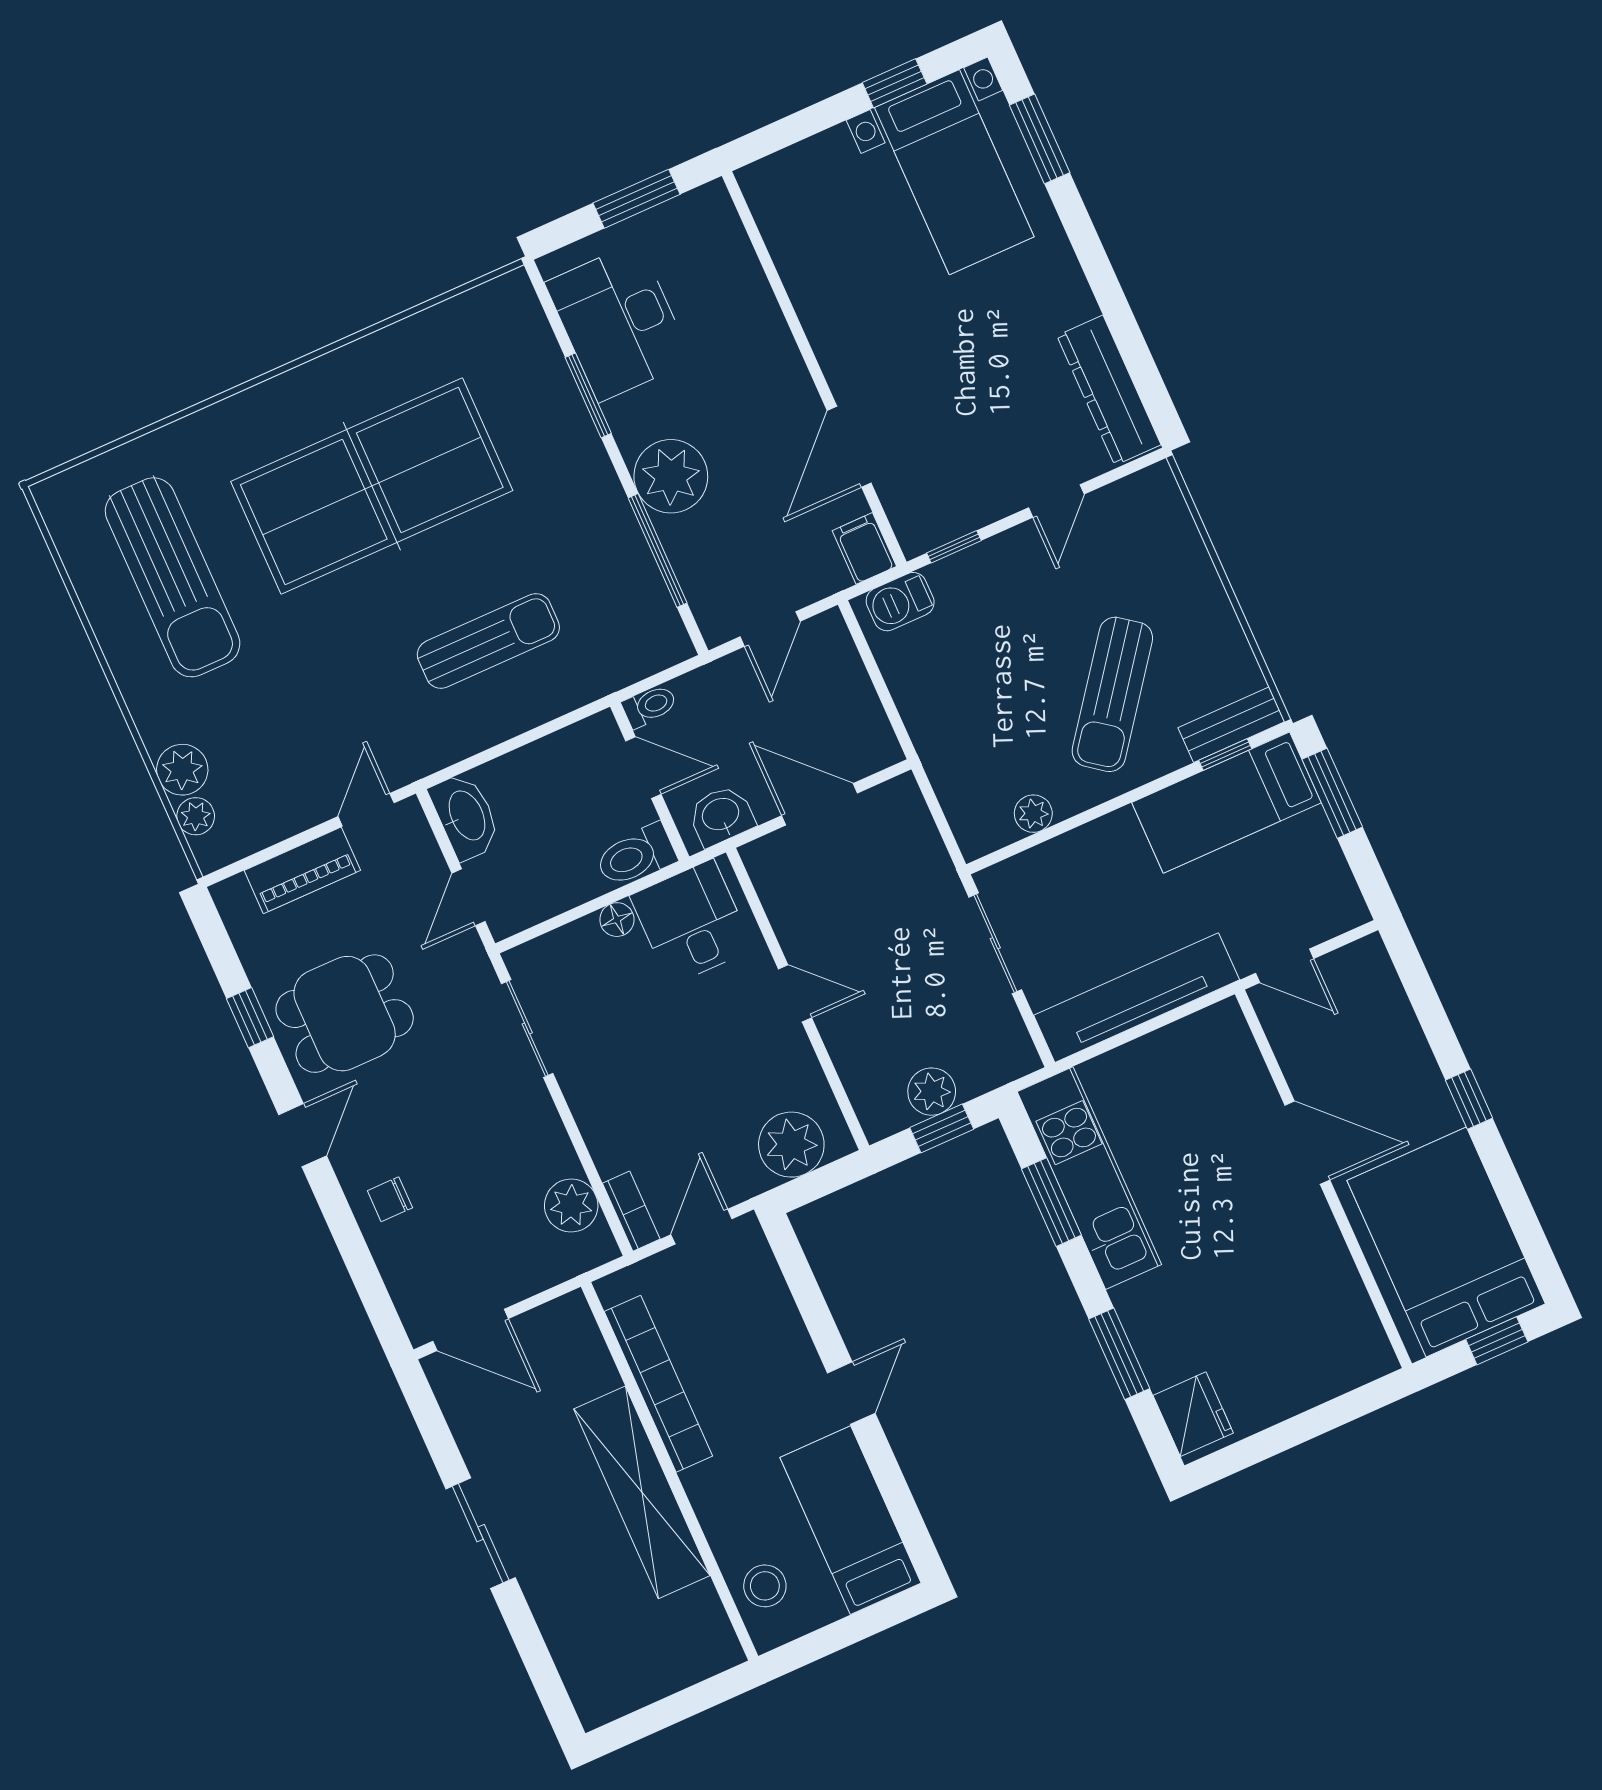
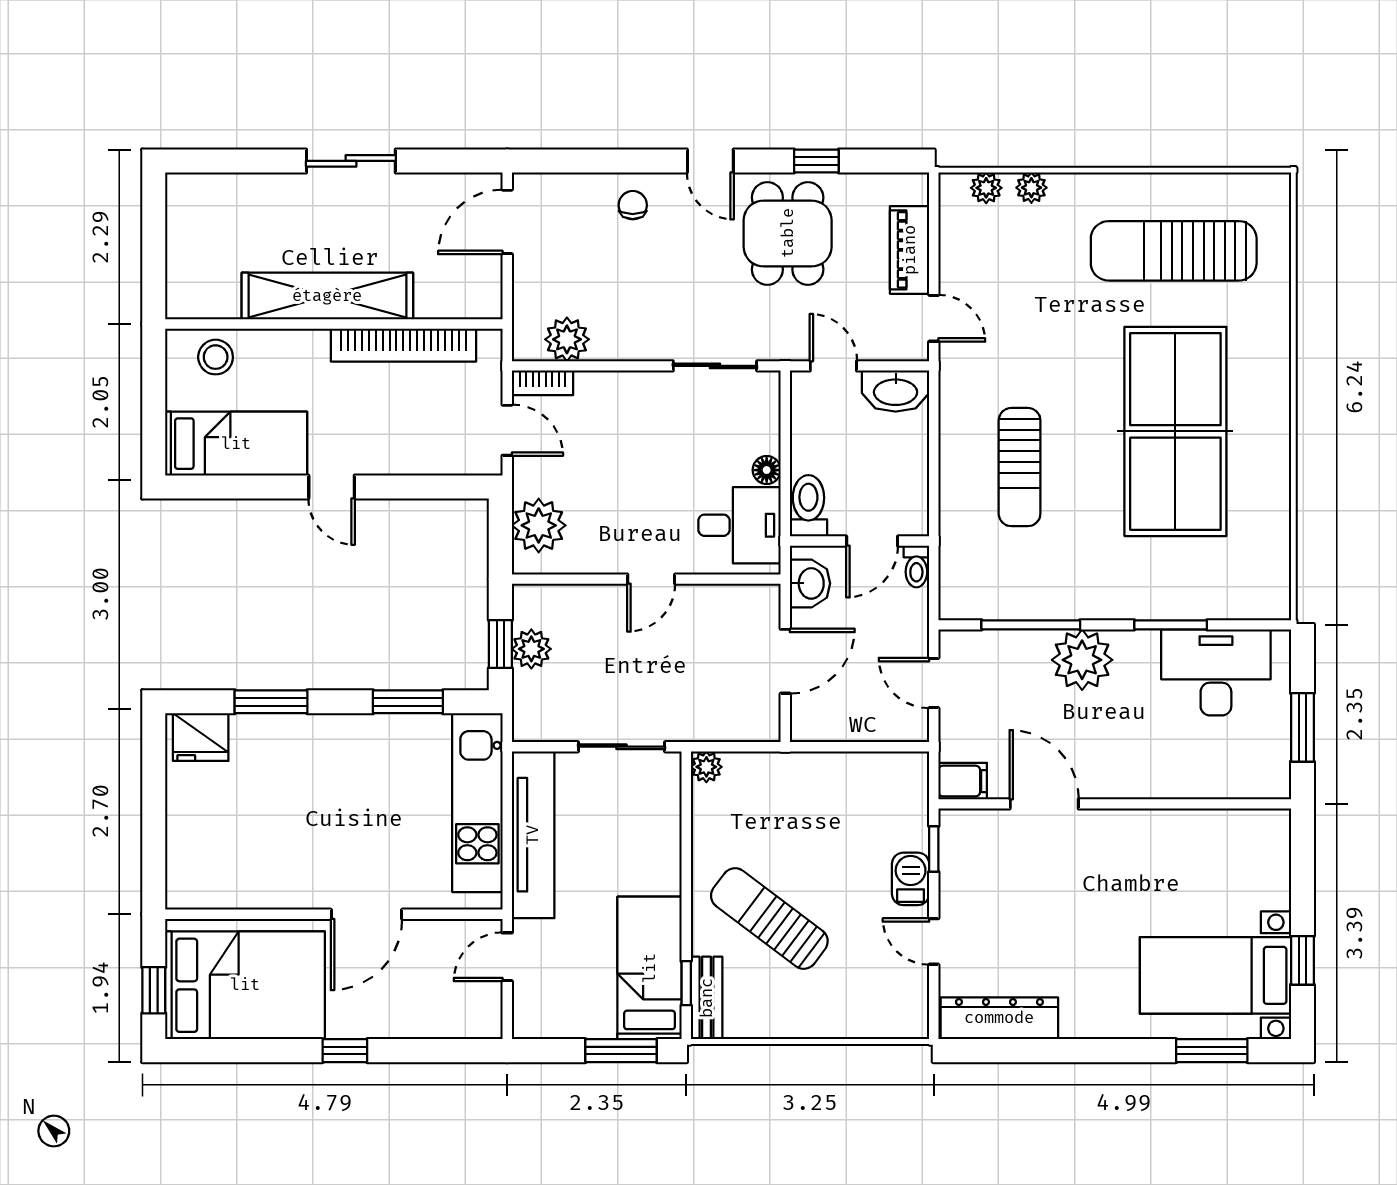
barbecue: (900, 602) -> (911, 879), moved
plant: (182, 770) -> (1031, 188), width x0.73, depth x0.73
plant: (1033, 814) -> (706, 767), moved
kitchen unit: (1089, 1178) -> (477, 803), moved, turned 90

